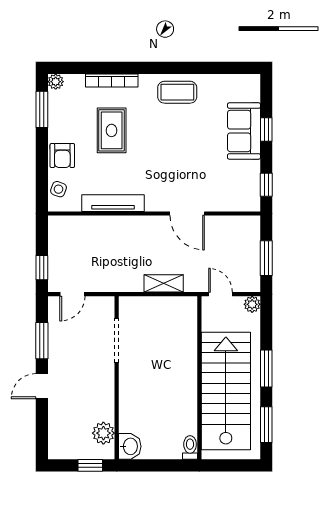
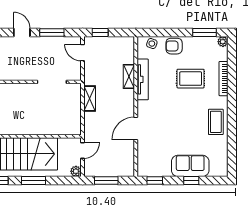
shelving: (108, 224) -> (129, 77), added
shelving: (164, 283) -> (90, 99), moved

